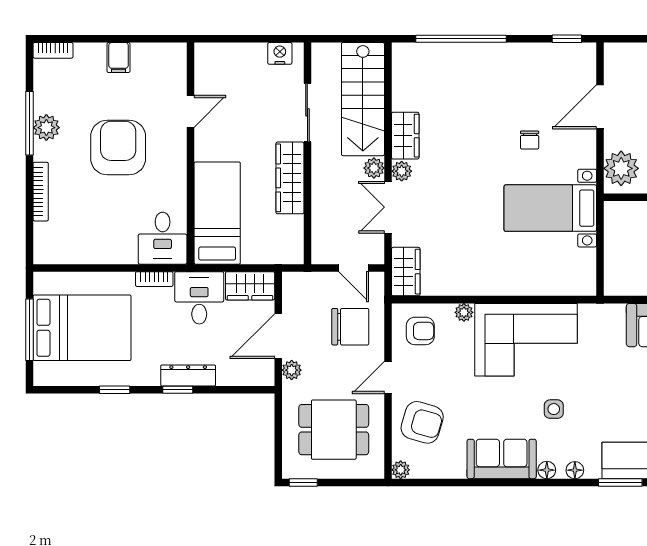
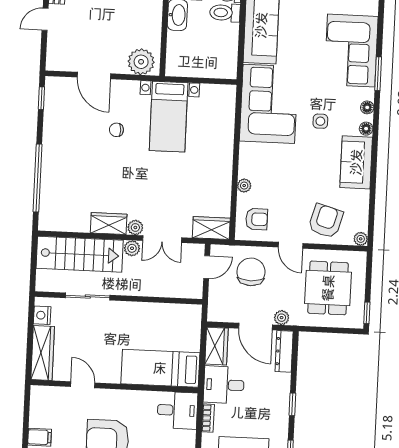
chair: (530, 140) -> (116, 130), turned 180
wardrobe: (290, 178) -> (43, 353), moved, turned -90
armchair: (420, 331) -> (257, 219), turned 90
corner sofa: (526, 340) -> (269, 104), moved
dresser: (188, 375) -> (284, 351), moved

